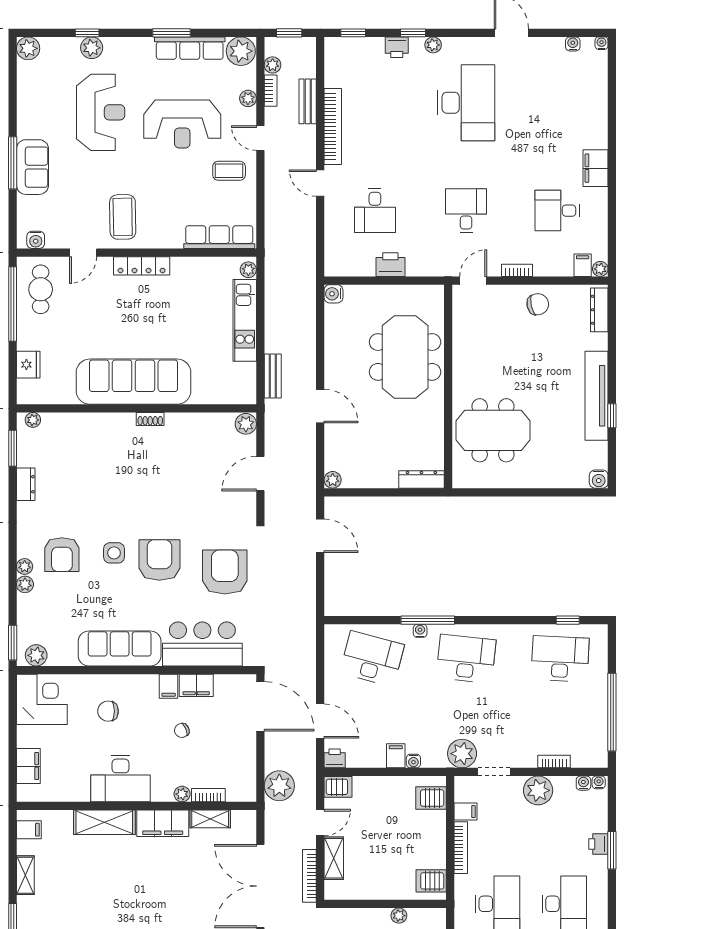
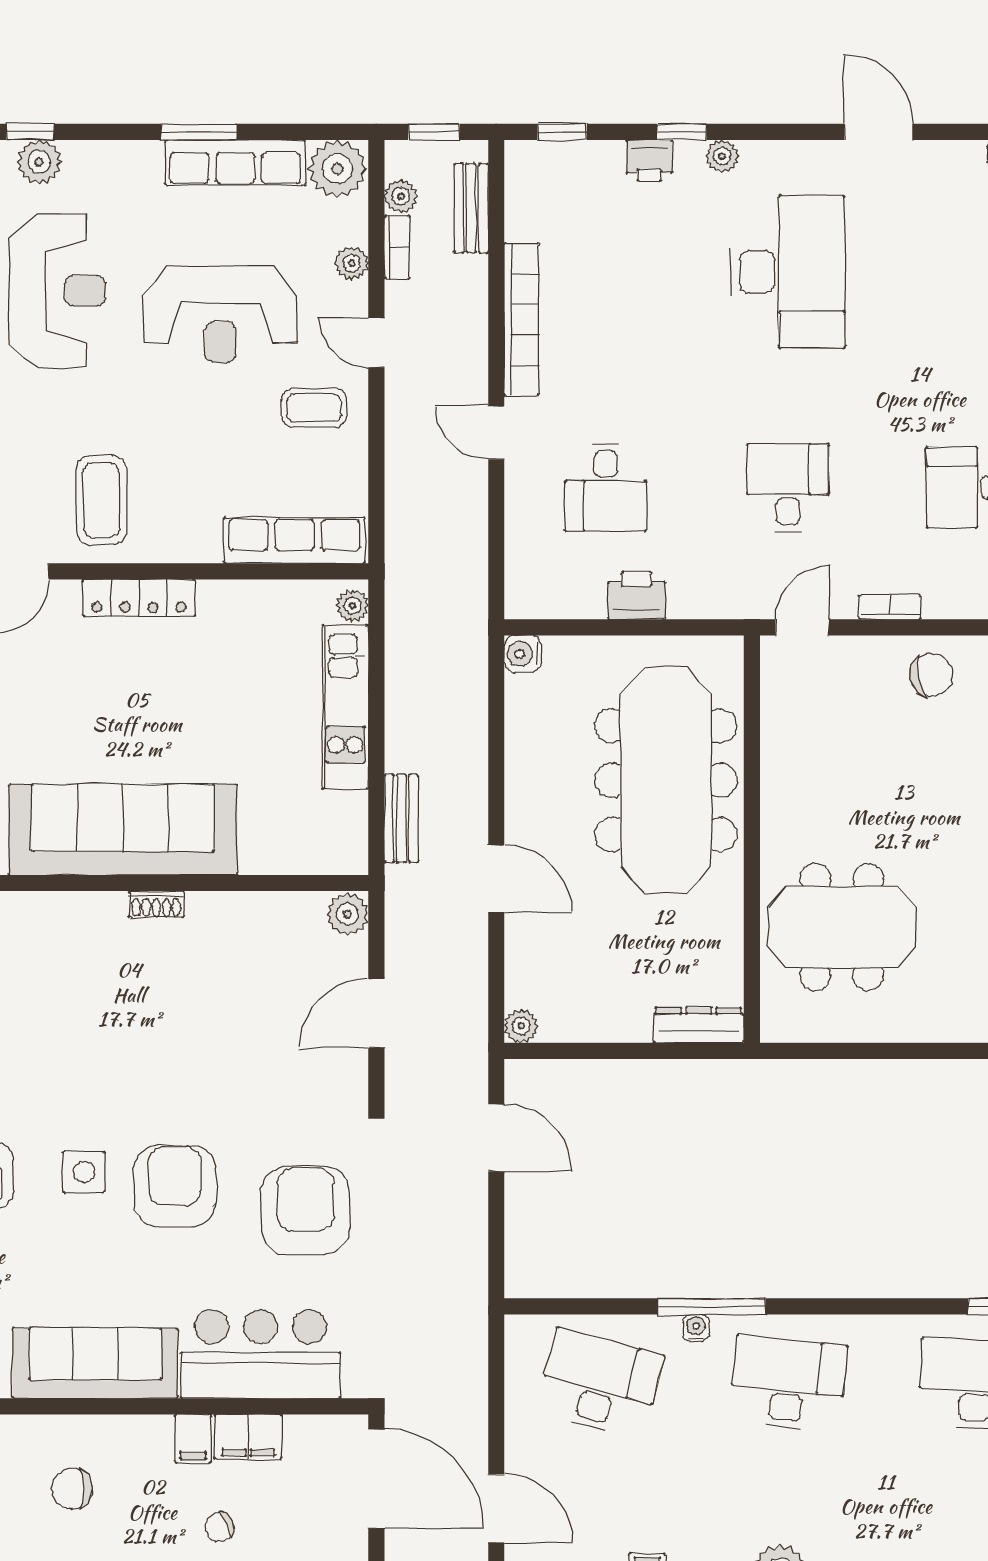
bench: (308, 101) -> (471, 208), moved
meeting table: (405, 357) -> (666, 780), width x1.36

